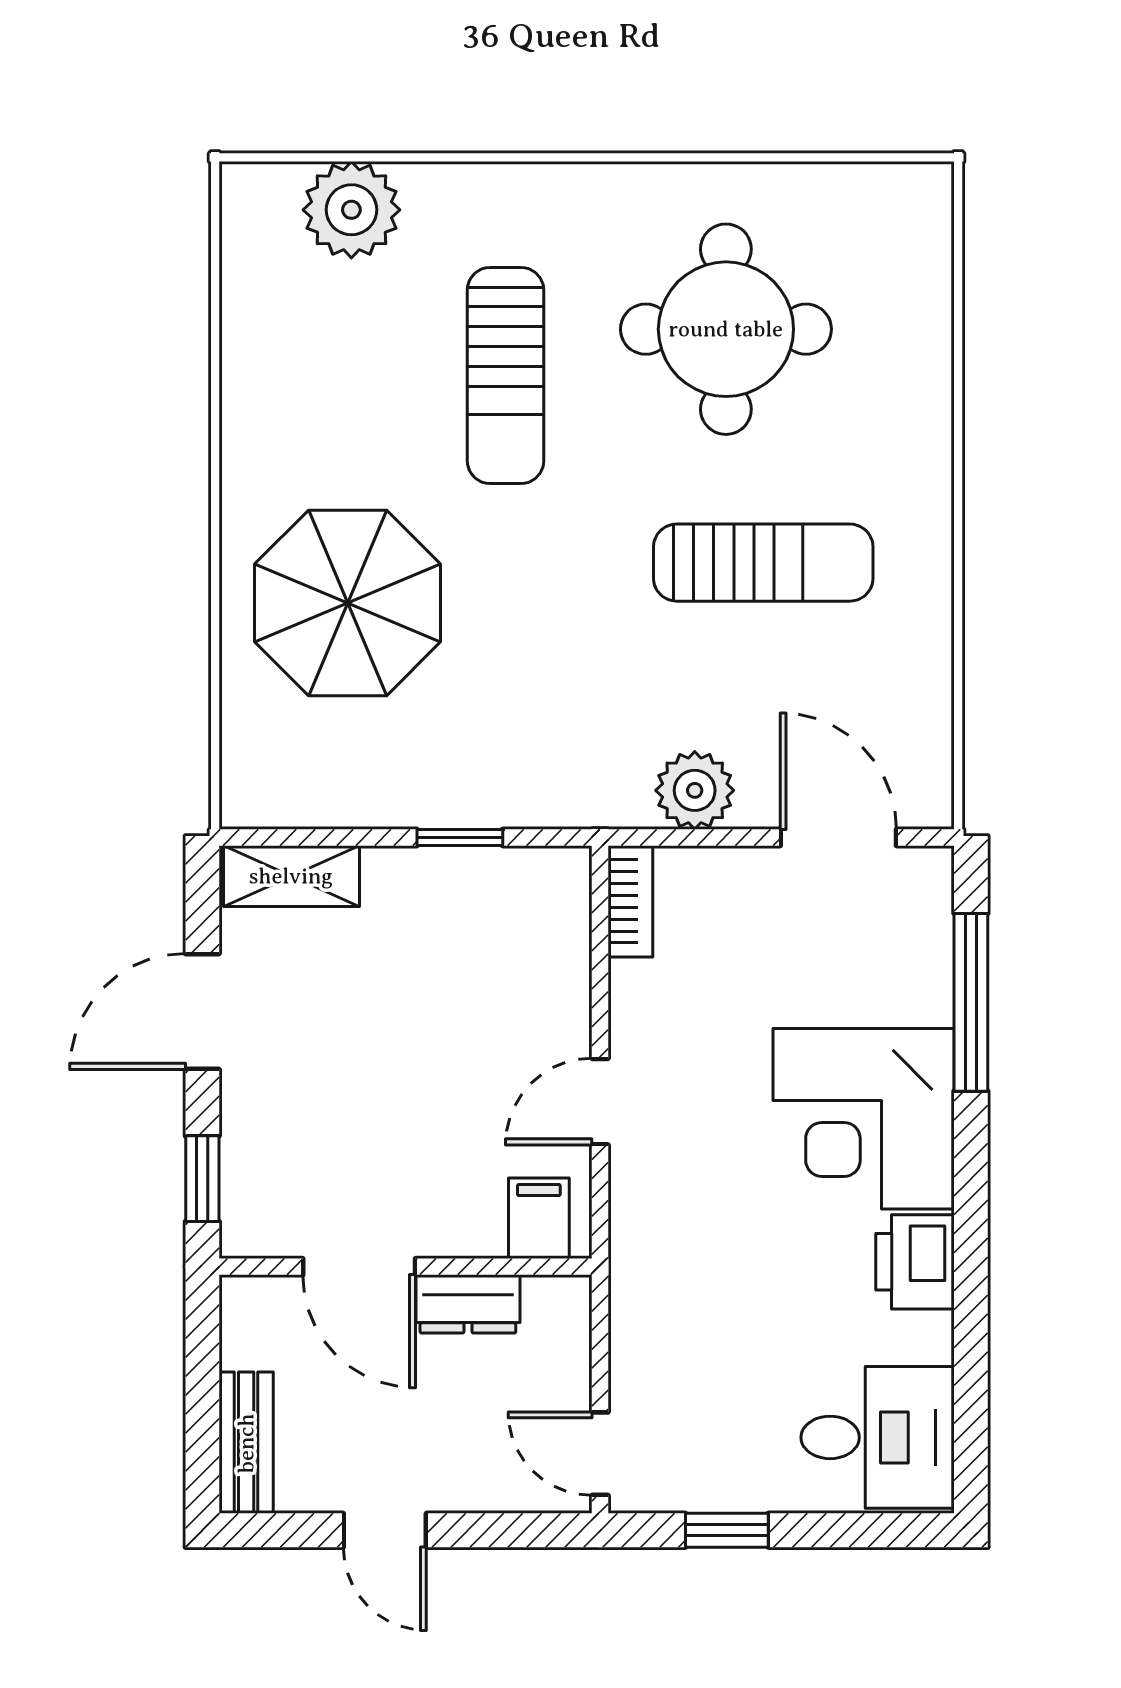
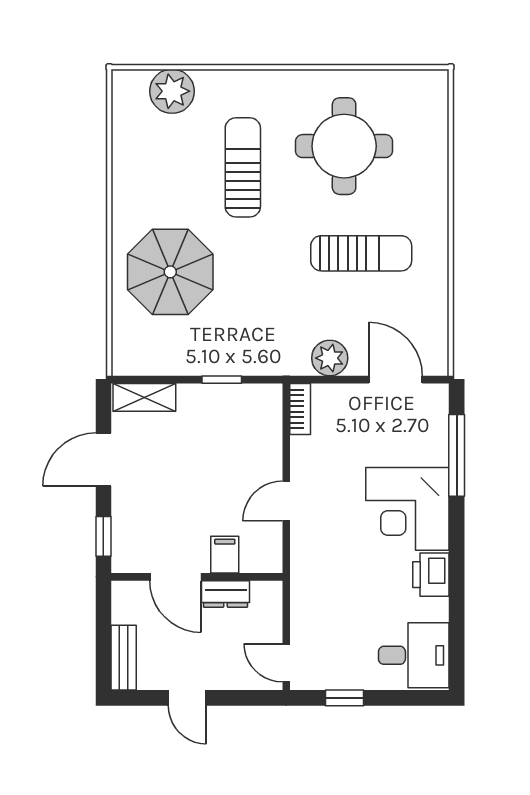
sun lounger: (506, 376) -> (243, 167), turned 180
filing cabinet: (539, 1218) -> (225, 555), moved

